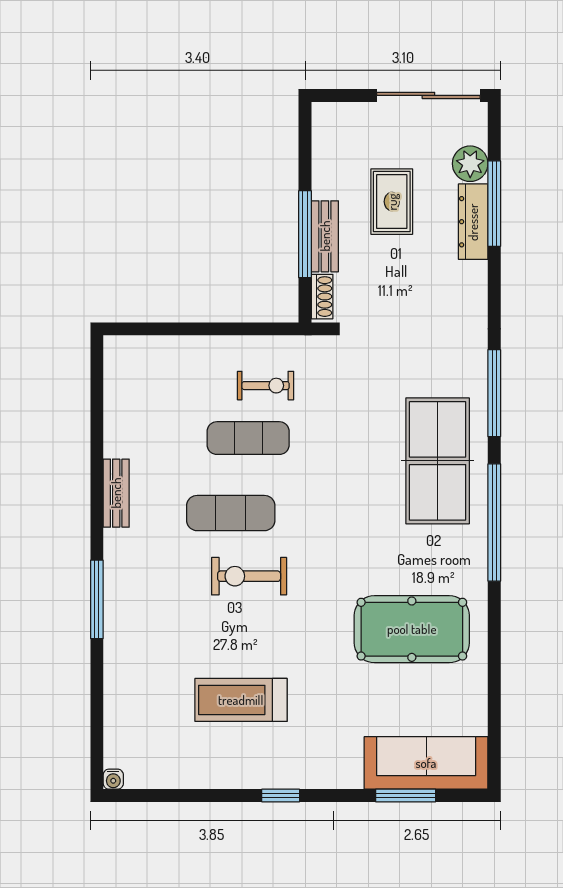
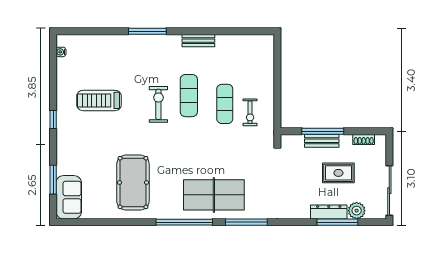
shoe rack: (322, 297) -> (364, 139), moved
treadmill: (241, 700) -> (99, 100), turned -90
sofa: (426, 763) -> (69, 197), width x0.73
water cooler: (113, 779) -> (61, 52), moved

